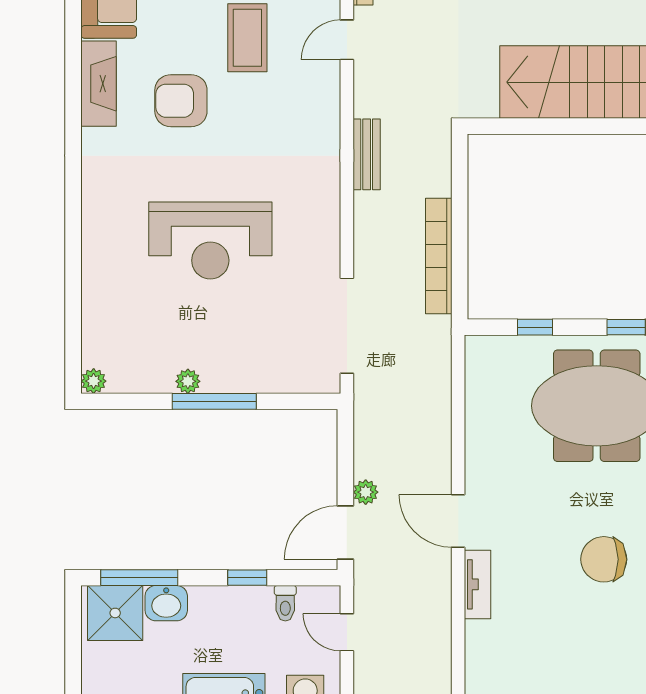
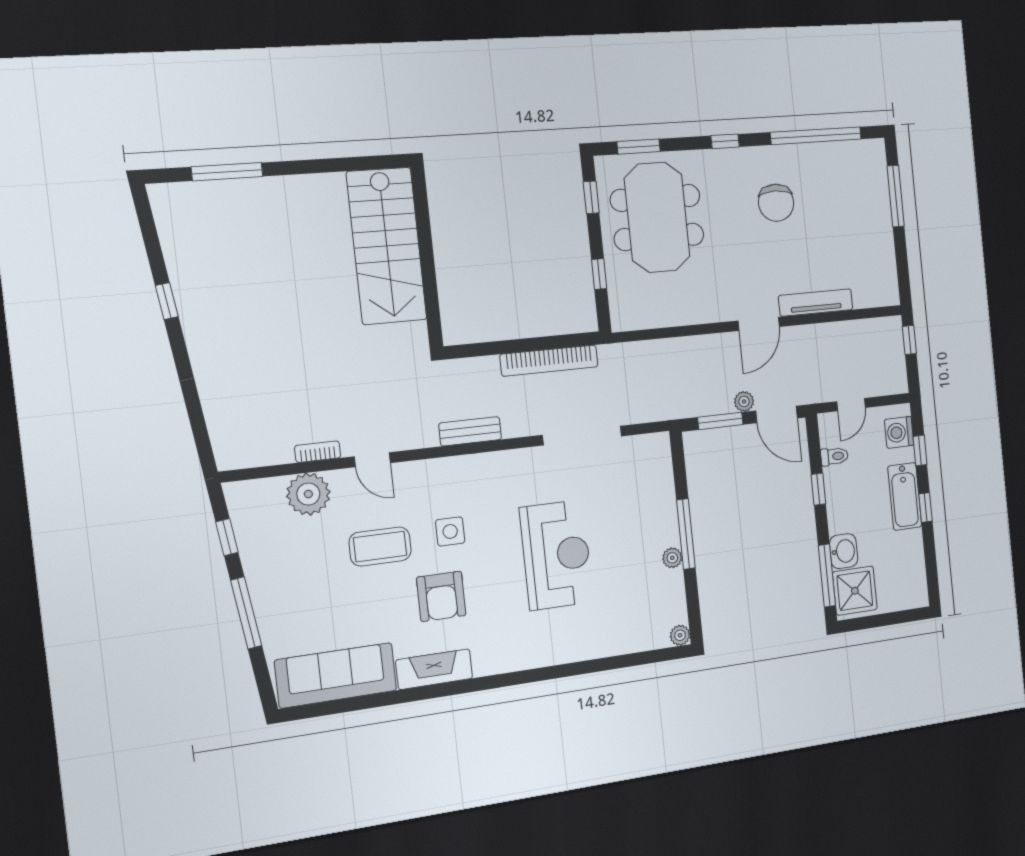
side table: (254, 119) -> (450, 531), added
doorway: (347, 326) -> (582, 436), moved
window: (345, 459) -> (720, 421), added
tv unit: (477, 584) -> (816, 303), width x1.41

